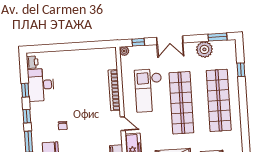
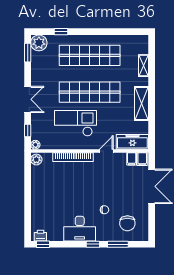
plant: (204, 49) -> (39, 43), moved
plant: (109, 53) -> (36, 160), added
desk: (41, 85) -> (80, 229), moved
window: (25, 90) -> (43, 244), moved
checkout: (149, 90) -> (75, 123), turned 180

